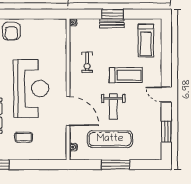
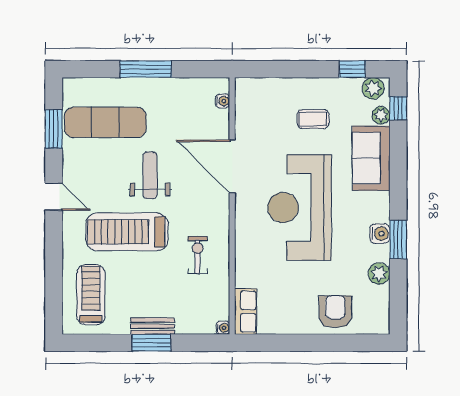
row of seats: (61, 31) -> (246, 312), added
treadmill: (126, 75) -> (127, 232), width x1.37, depth x1.38
exercise mat: (110, 139) -> (105, 122), moved

